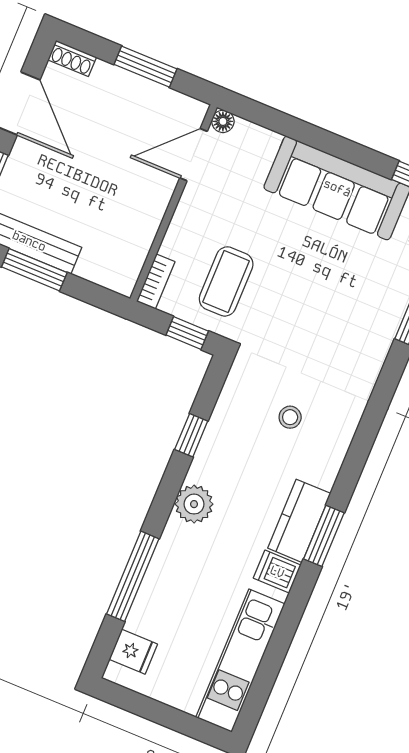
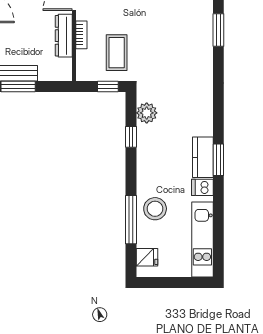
dresser: (148, 215) -> (64, 36), added
bookcase: (156, 281) -> (81, 35), moved
stool: (290, 417) -> (155, 209), moved, width x1.89, depth x1.89
plant: (194, 504) -> (147, 113), moved

